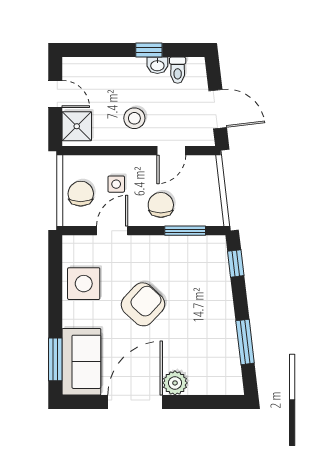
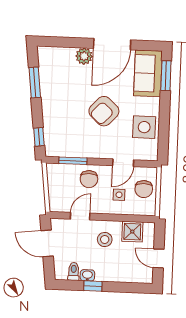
shower: (77, 126) -> (132, 232), moved

